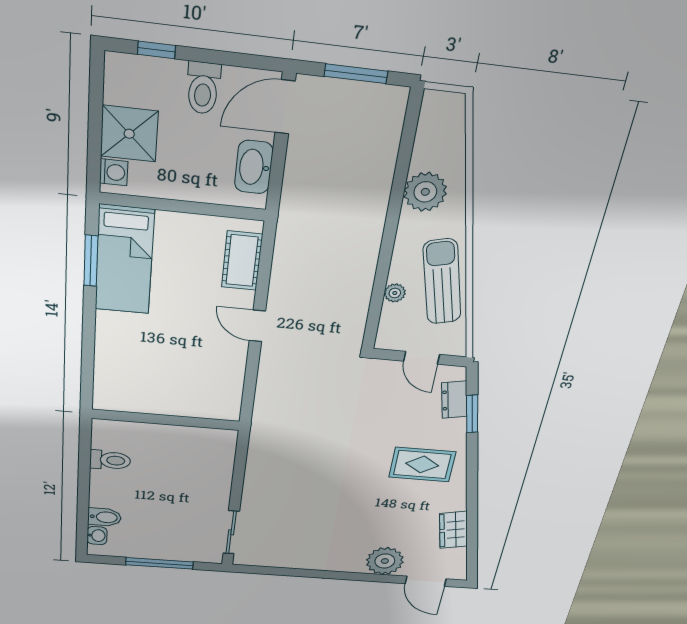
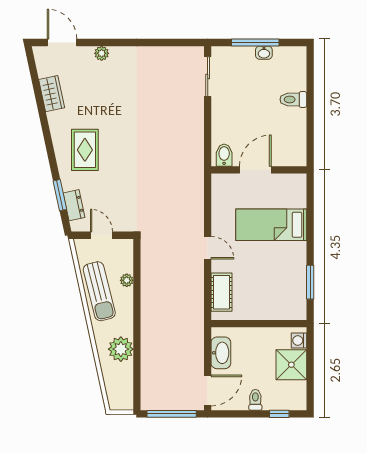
window: (356, 74) -> (172, 414), width x1.44
toilet: (203, 88) -> (255, 400), width x0.73, depth x0.72
bed: (124, 260) -> (271, 225), moved, turned -90
door: (171, 420) -> (255, 170), added
toilet: (110, 460) -> (293, 99), moved
rug: (422, 465) -> (85, 150), turned 90
bidet: (104, 517) -> (224, 155), moved, turned 90
washbasin: (97, 536) -> (264, 53), moved, turned -90
plant: (385, 561) -> (102, 53), width x0.53, depth x0.53

